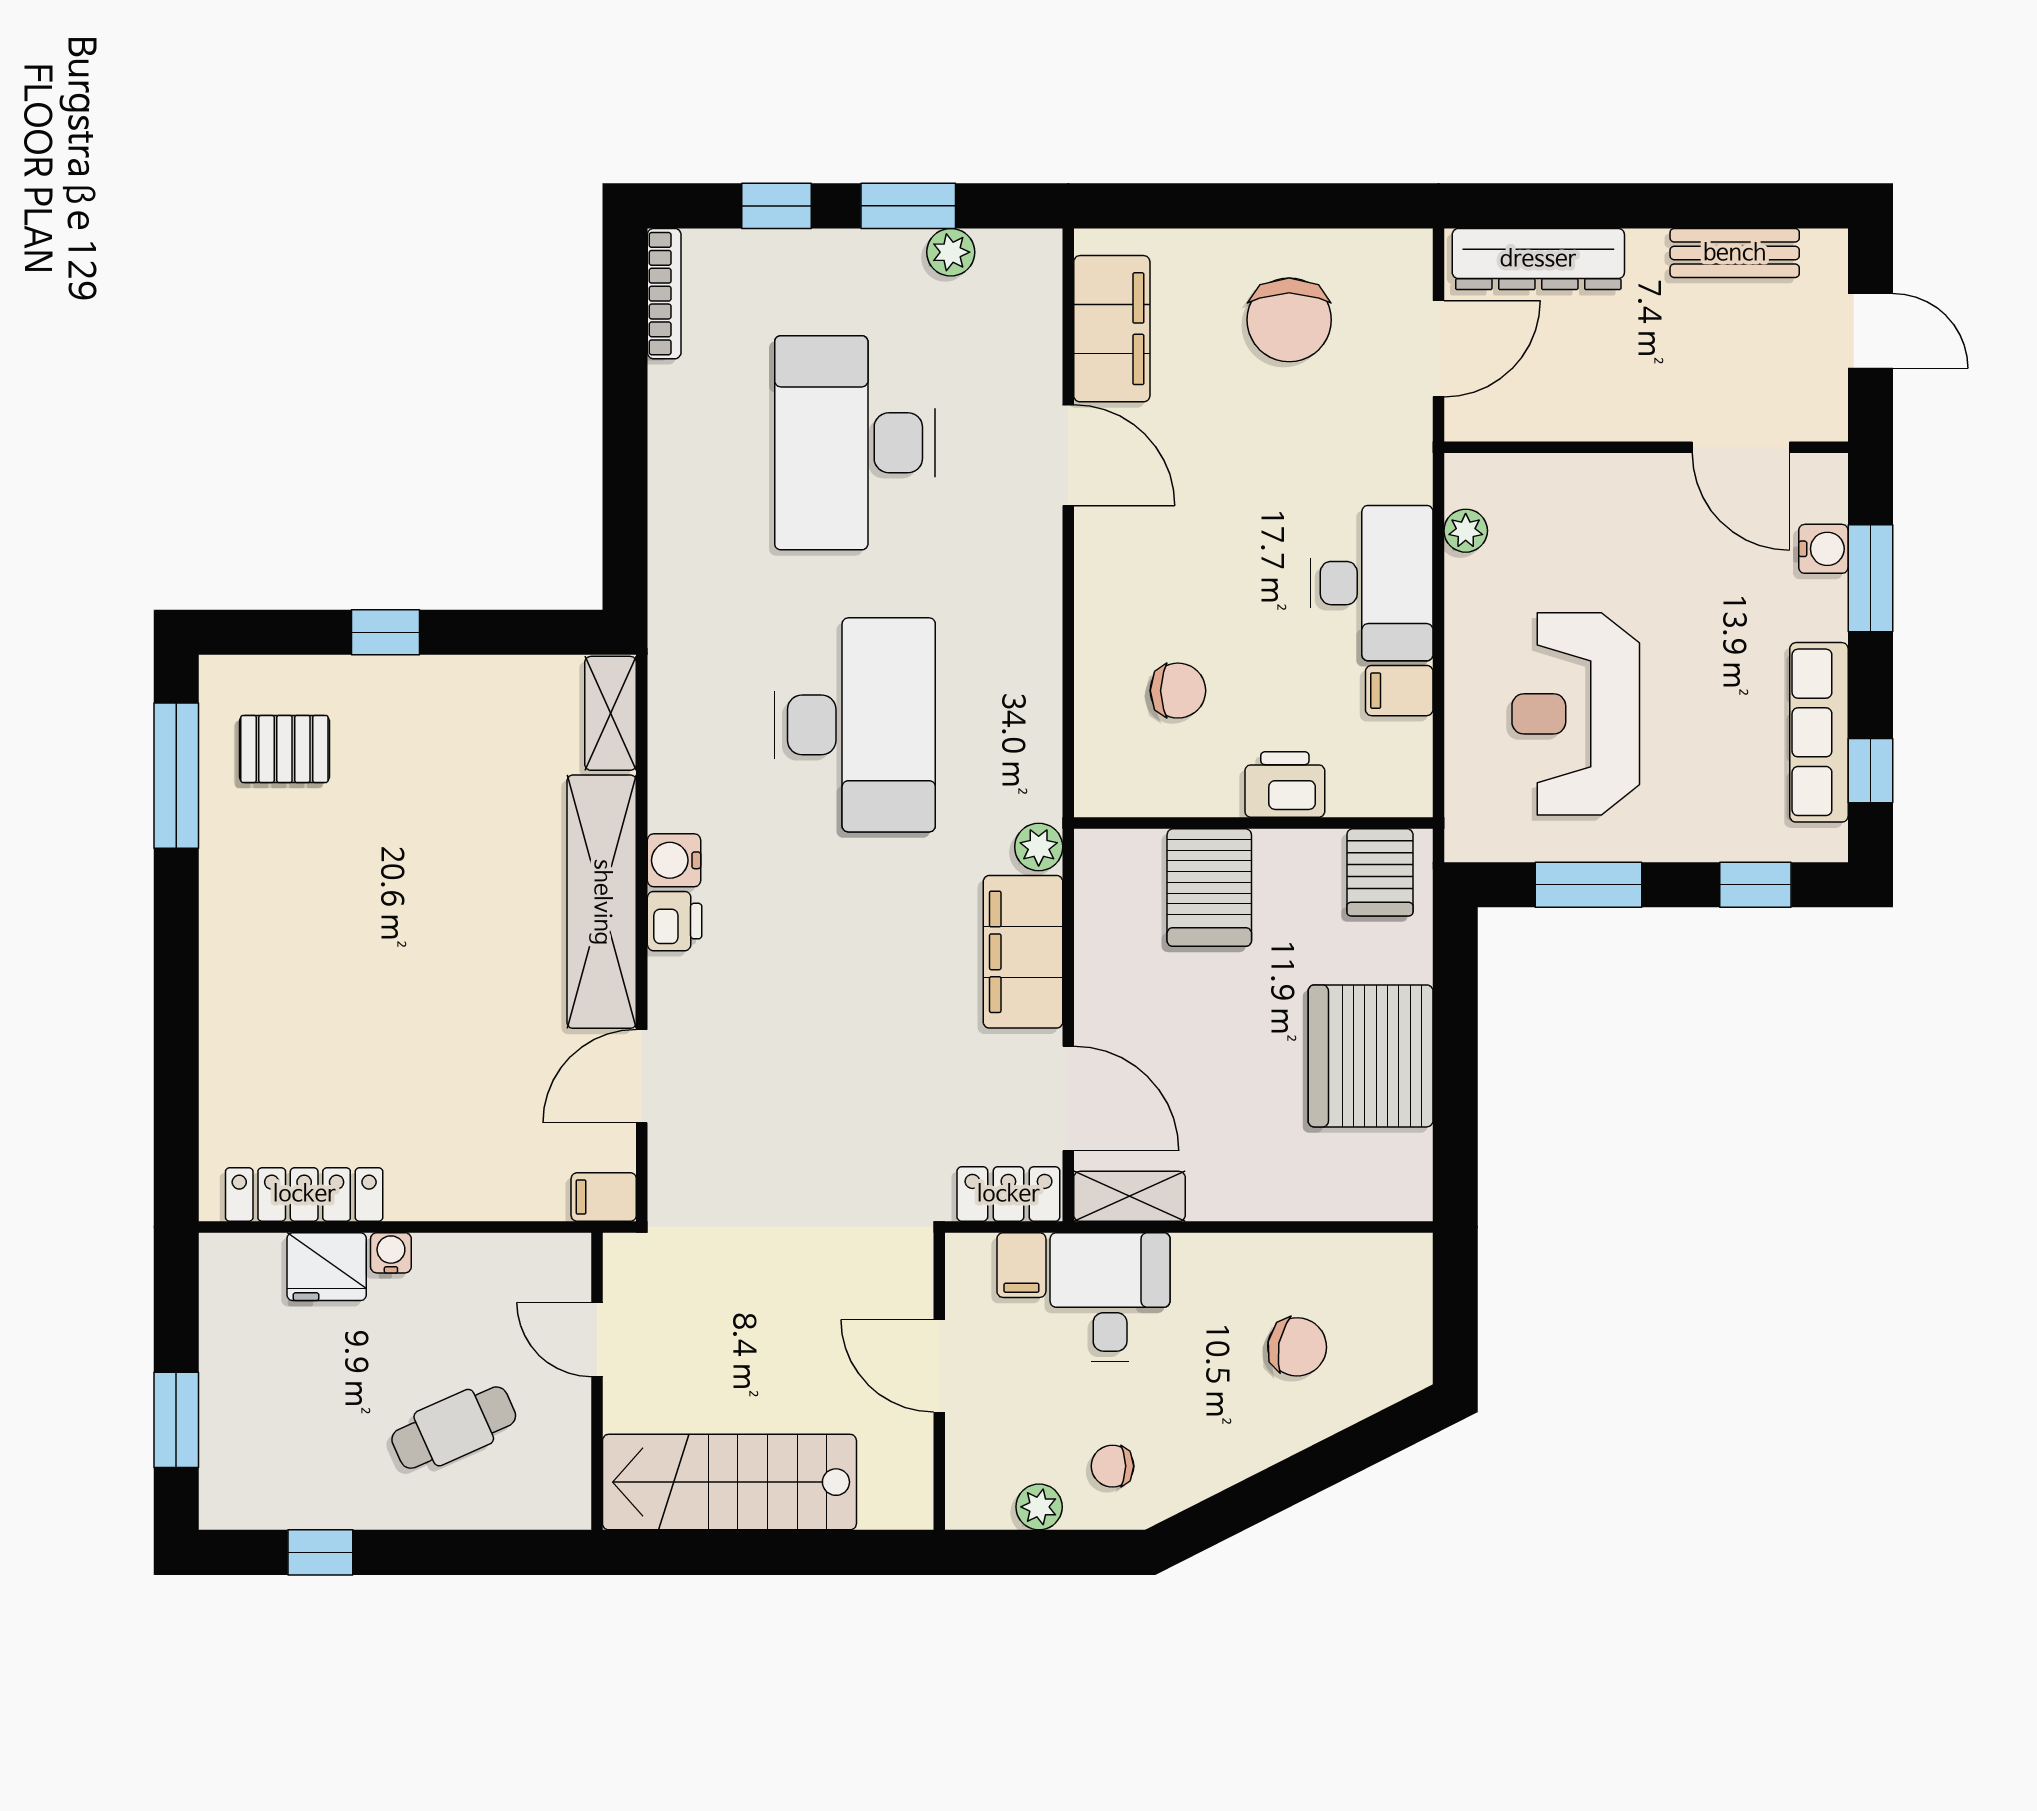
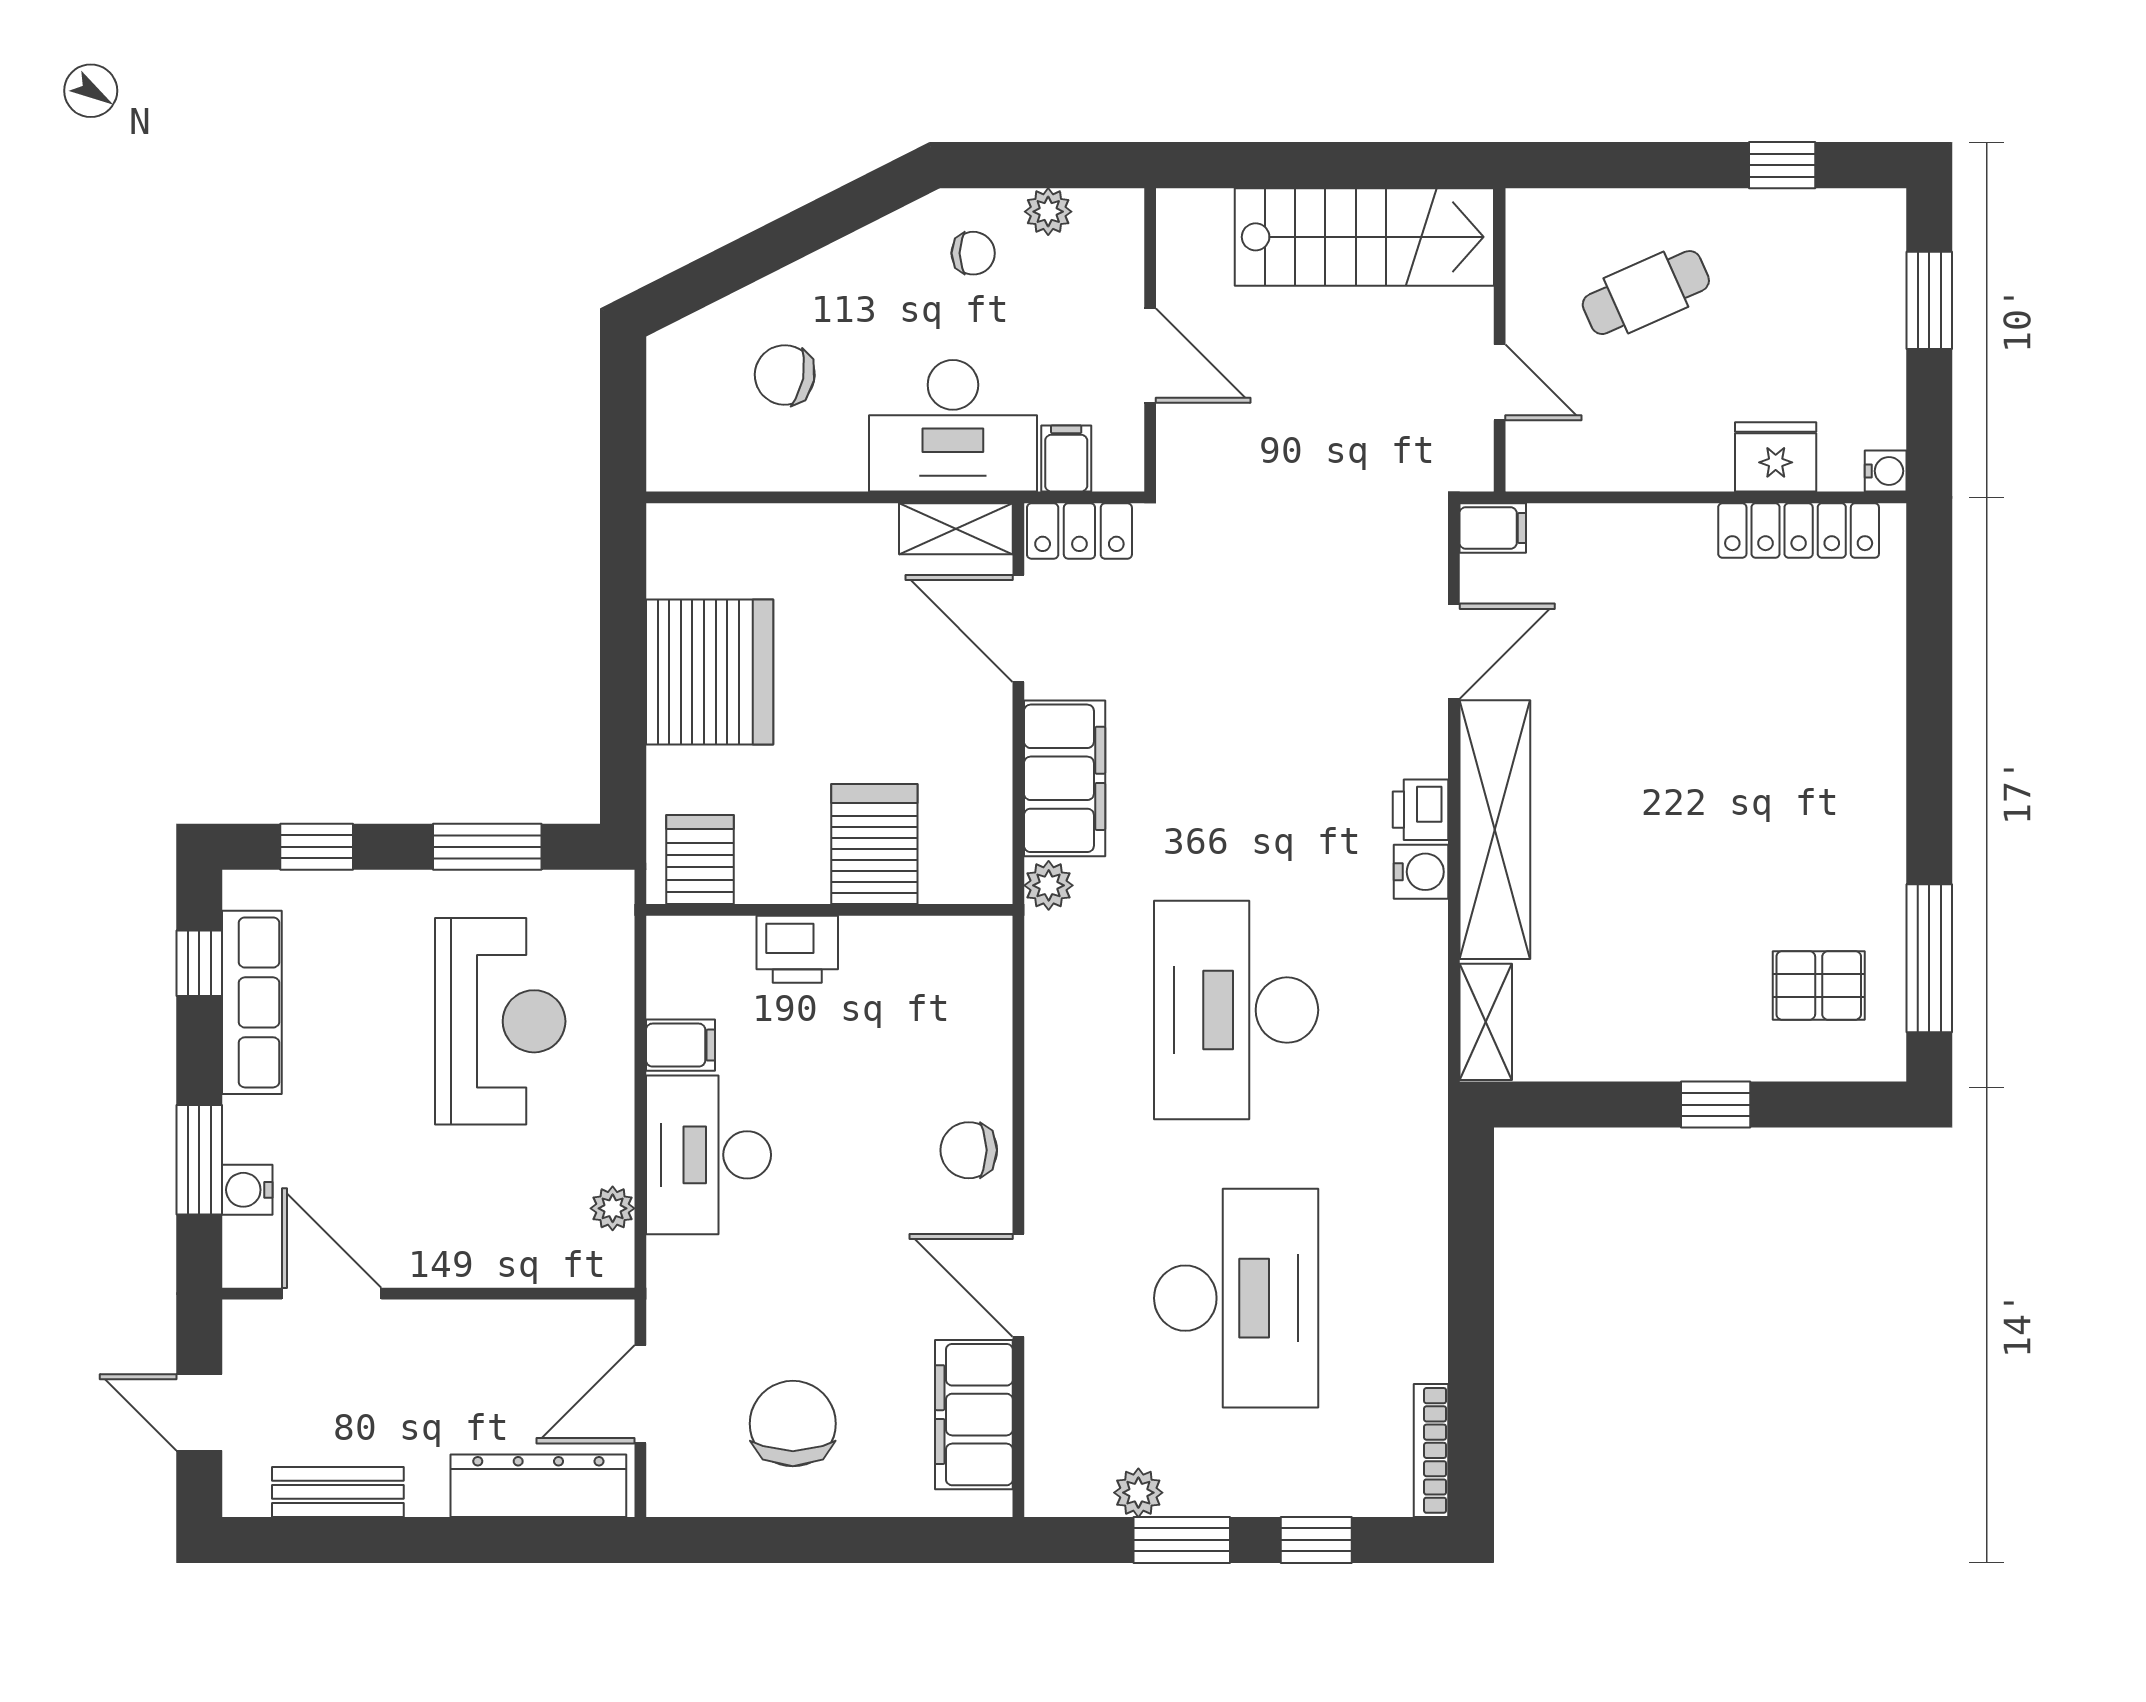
chair: (1178, 691) -> (969, 1150), moved
water cooler: (391, 1253) -> (1886, 471), moved, turned -90
desk: (1110, 1297) -> (953, 426), width x1.37

